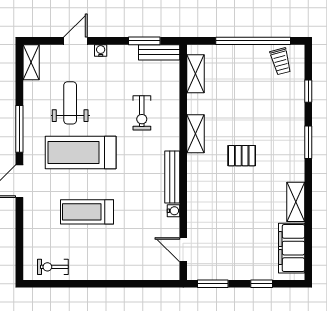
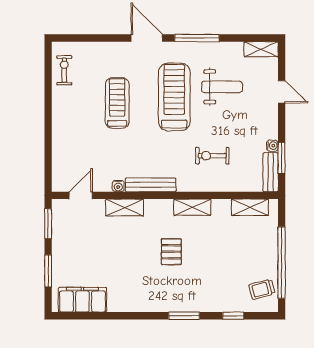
water cooler: (101, 50) -> (272, 146), moved
shelving: (296, 202) -> (125, 208), moved
window: (262, 284) -> (48, 271), width x1.50

